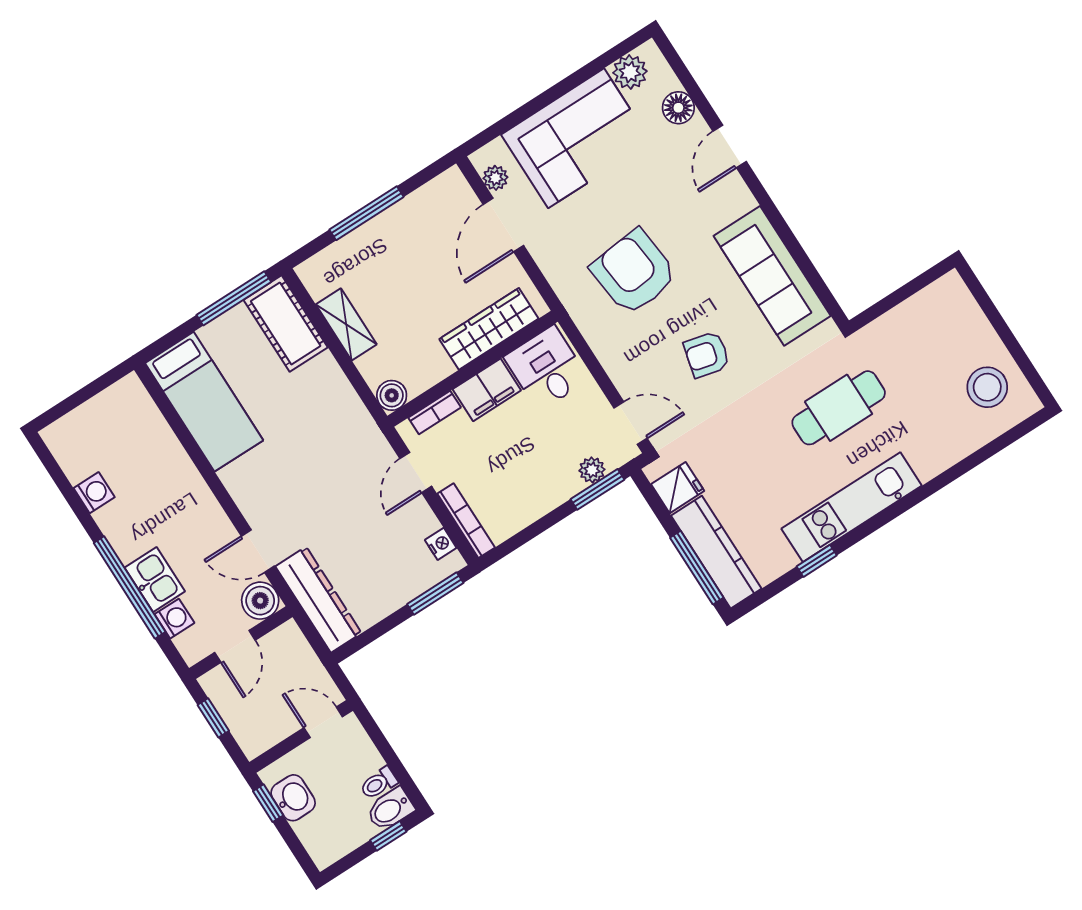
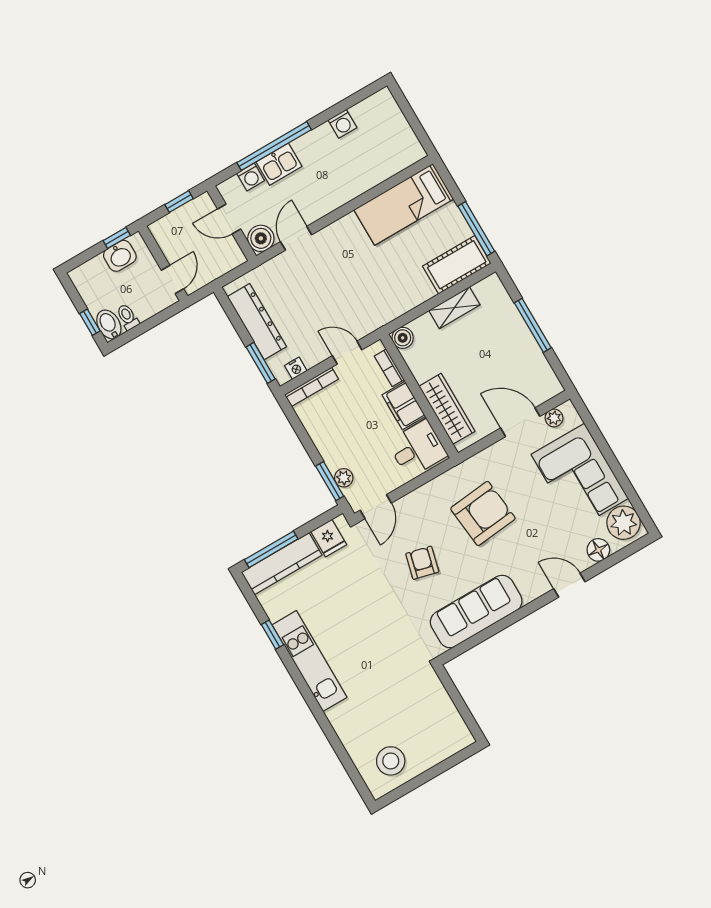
plant: (630, 72) -> (624, 523), width x1.36, depth x1.36
cafe table: (839, 408) -> (380, 655), removed
dresser: (319, 600) -> (257, 322), moved, turned -90

